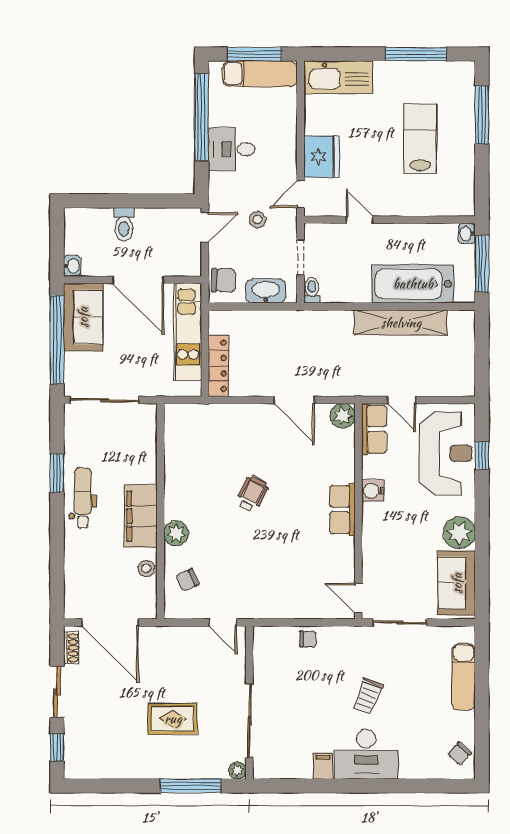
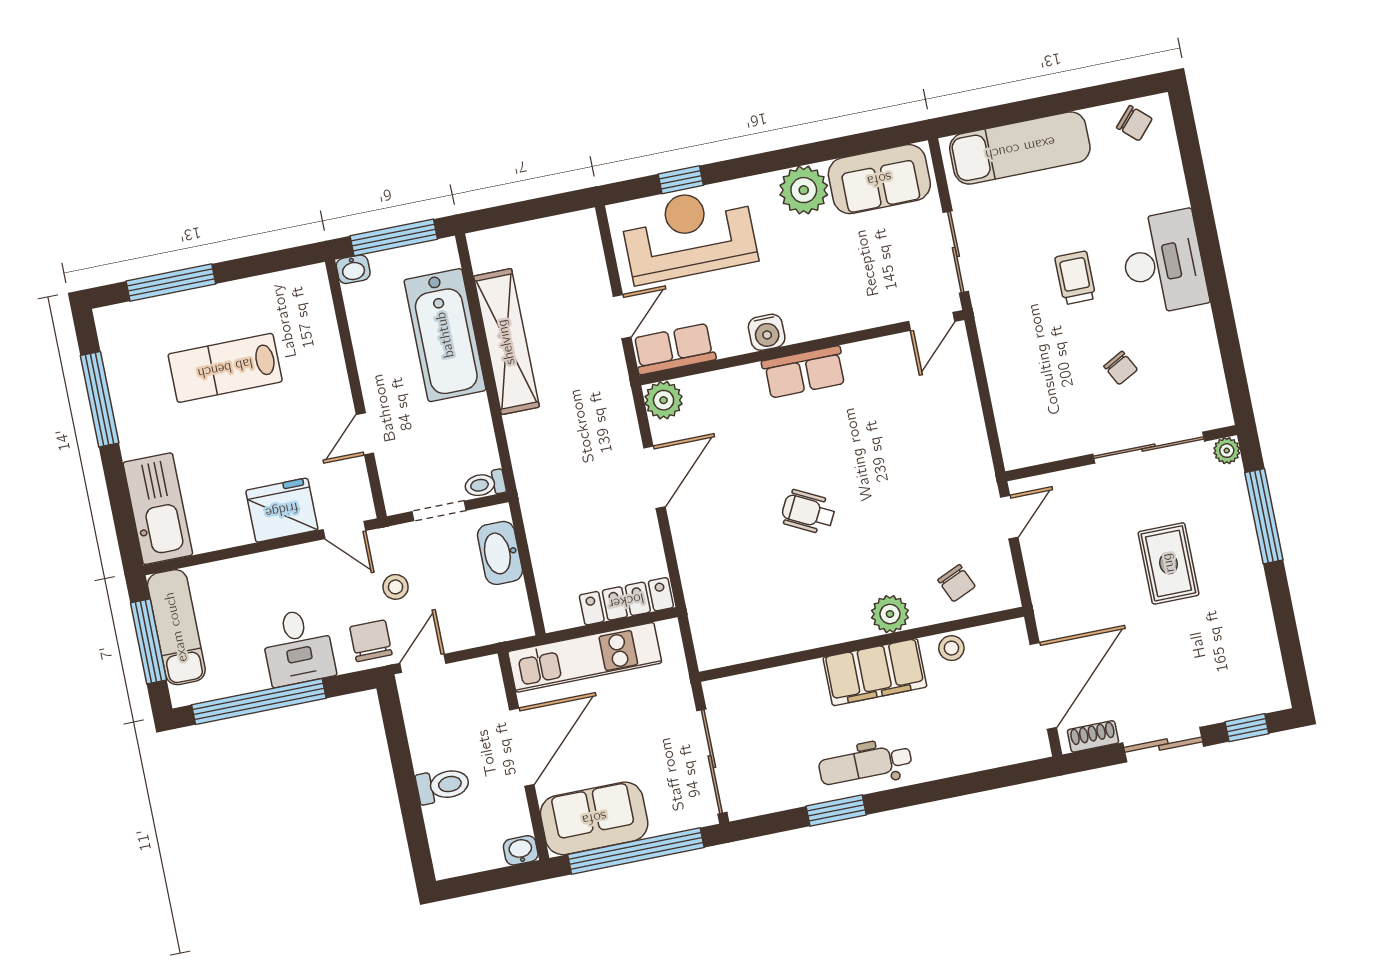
door: (205, 227) -> (423, 663), hinge flipped
chair: (224, 280) -> (371, 641), moved
chair: (308, 639) -> (1121, 368), moved, turned 152
exam couch: (464, 677) -> (1020, 148), width x1.36, depth x1.45
trolley: (368, 696) -> (1075, 278), turned -111
filing cabinet: (323, 766) -> (1195, 324), removed

